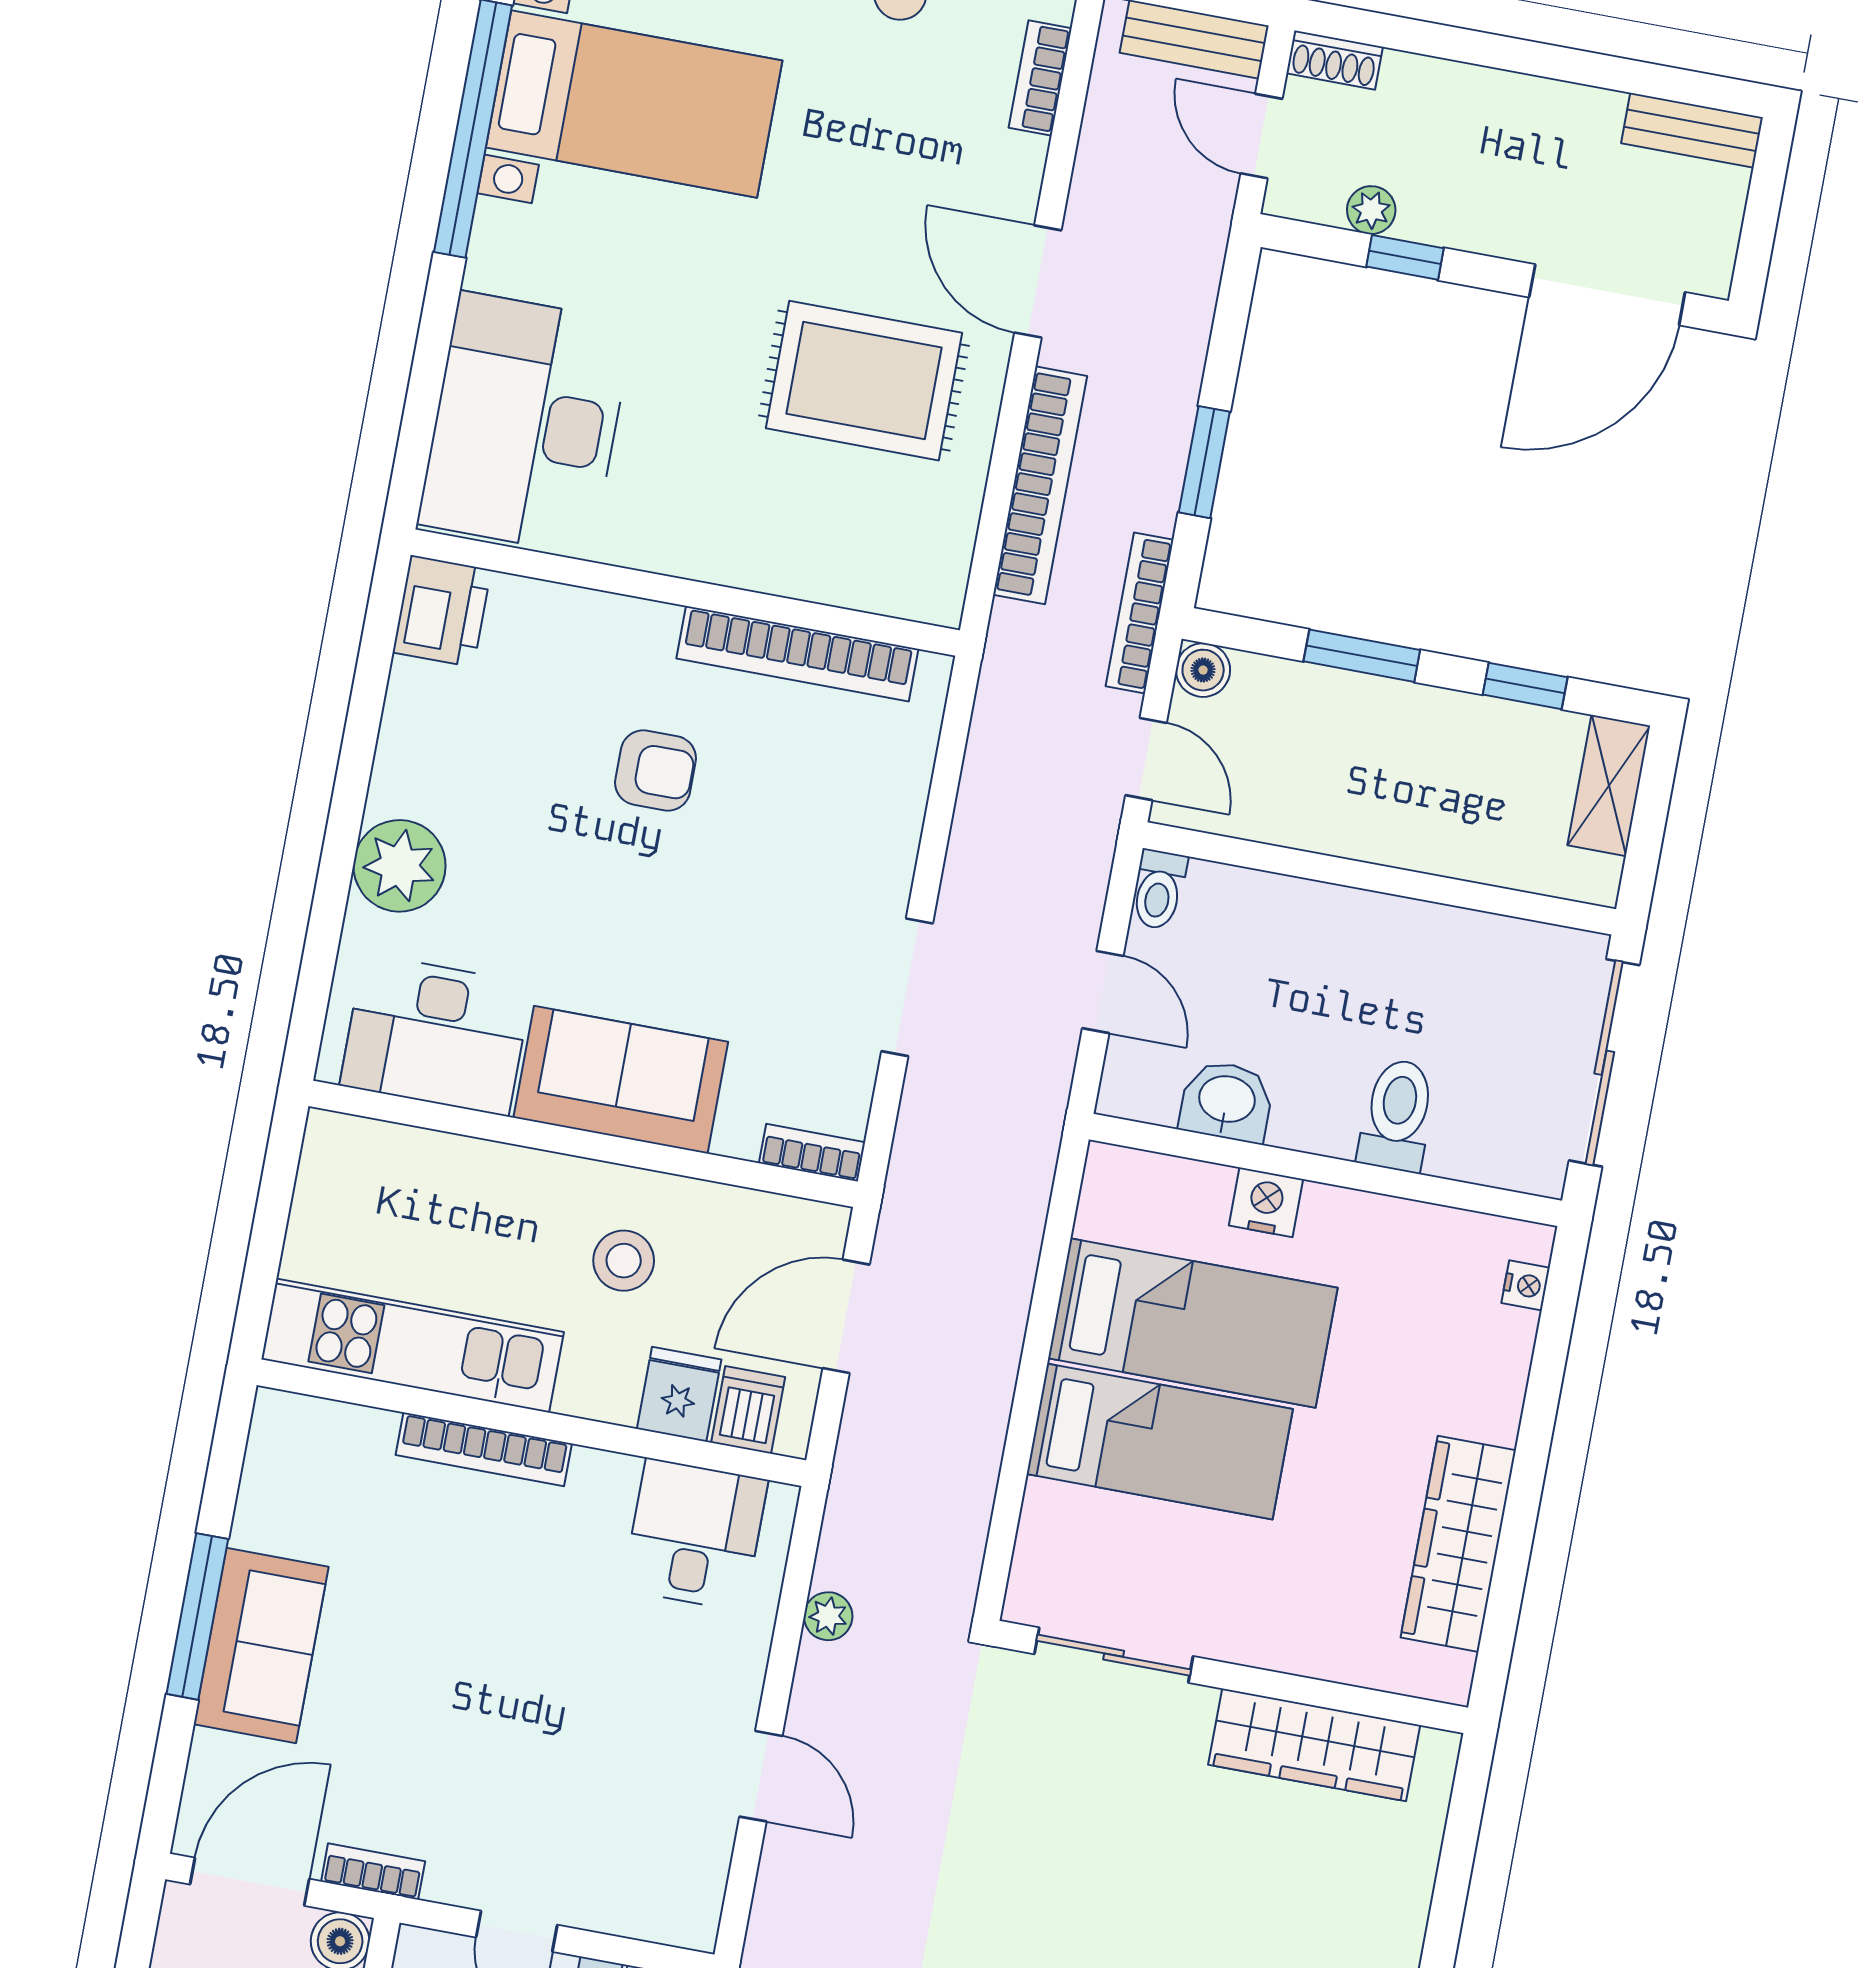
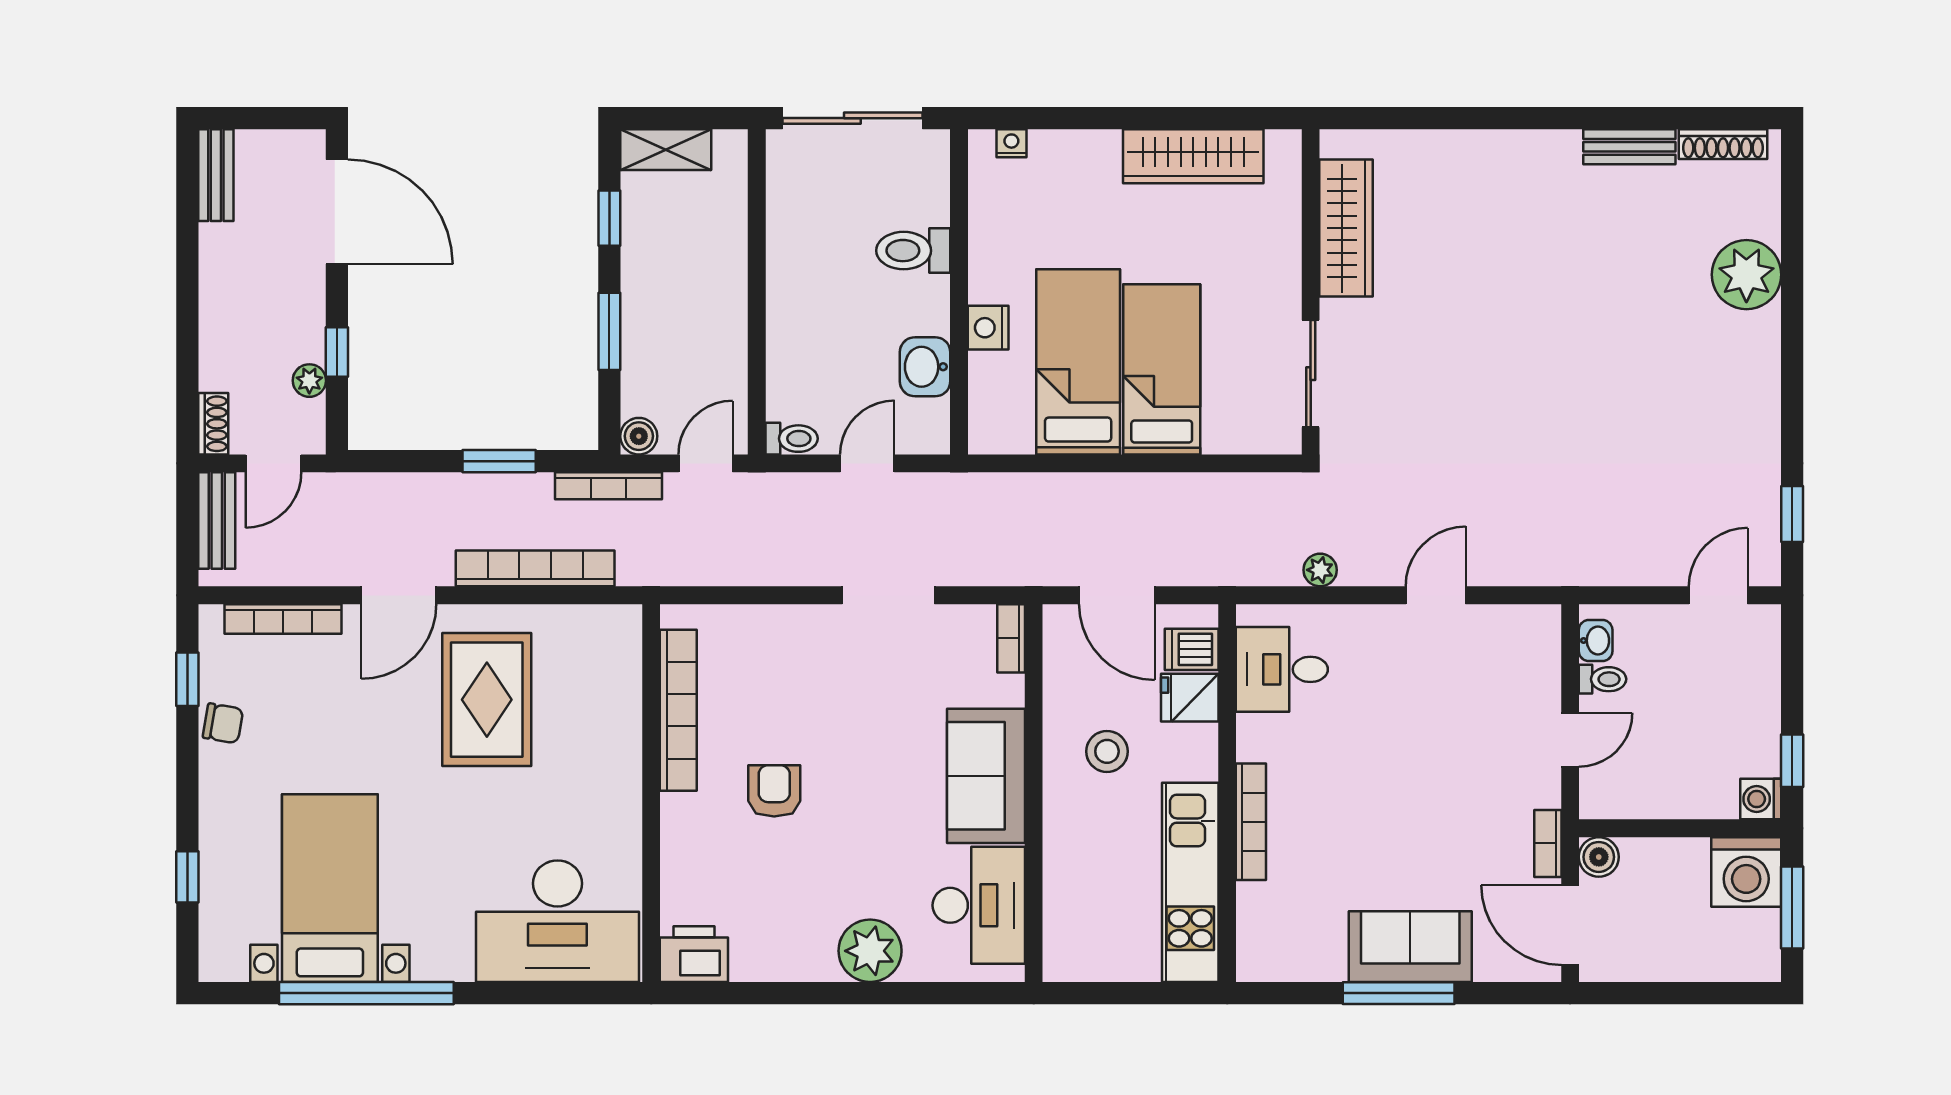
bookcase: (1040, 78) -> (283, 619), width x1.56

